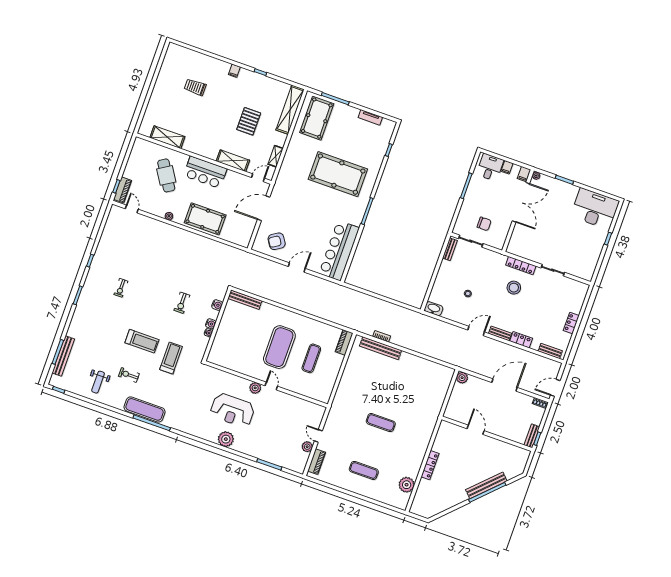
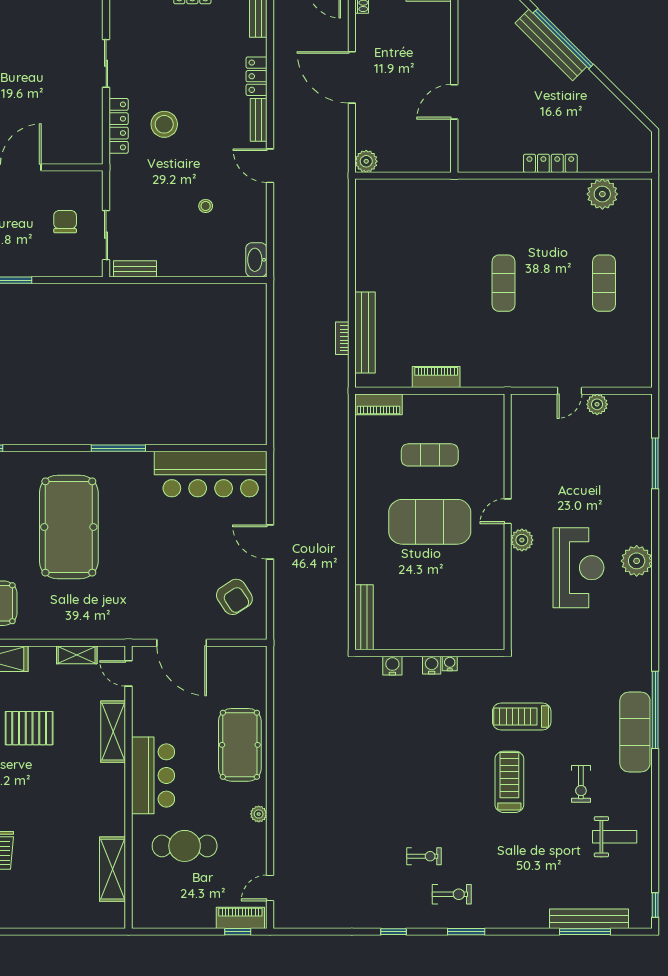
cafe table: (166, 175) -> (185, 846), turned 32
exercise bike: (182, 303) -> (452, 894), moved
piano: (317, 462) -> (436, 377), moved

